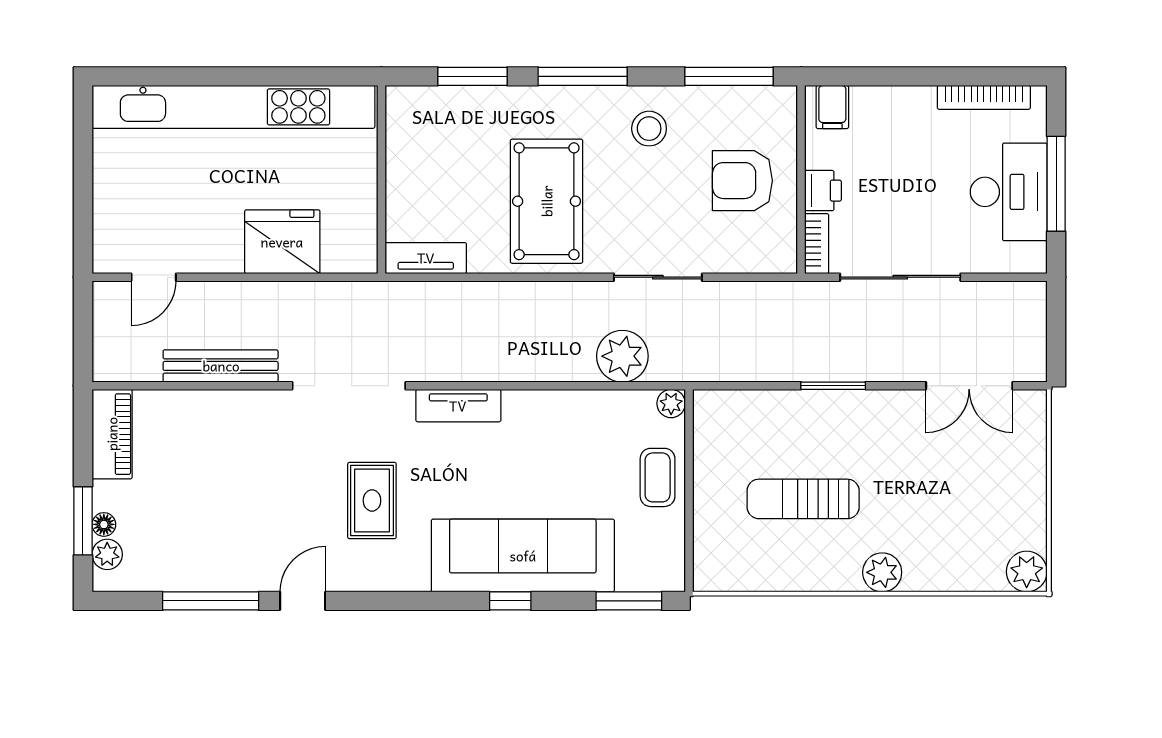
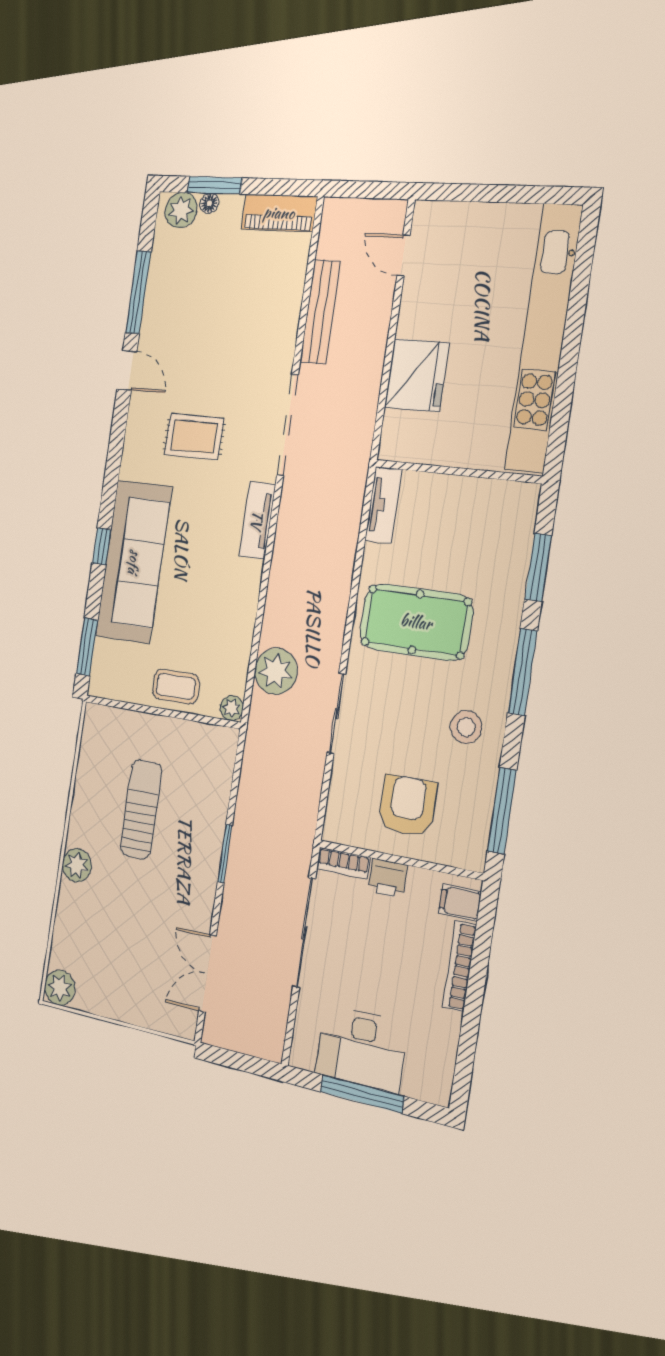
bookcase: (984, 97) -> (459, 966), moved
plant: (107, 554) -> (181, 210), width x1.38, depth x1.38

